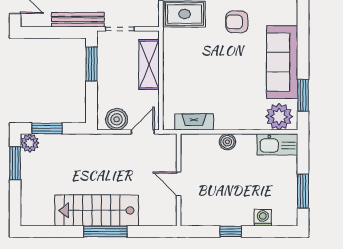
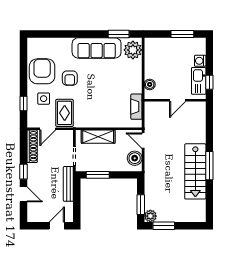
kitchen sink: (277, 144) -> (199, 81), moved, turned 180
wall: (179, 180) -> (175, 100), moved
door: (179, 184) -> (178, 100), moved

